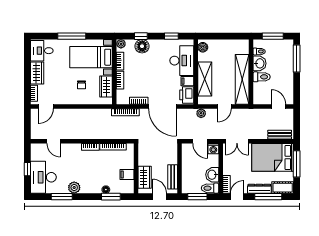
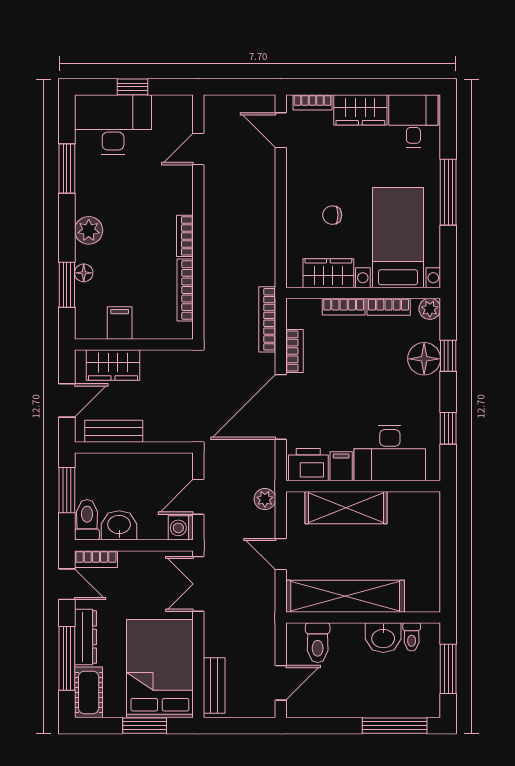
boiler: (203, 47) -> (421, 503), removed
toilet: (262, 77) -> (318, 643), moved
window: (297, 164) -> (145, 726), width x0.69
plant: (74, 188) -> (89, 230), moved

